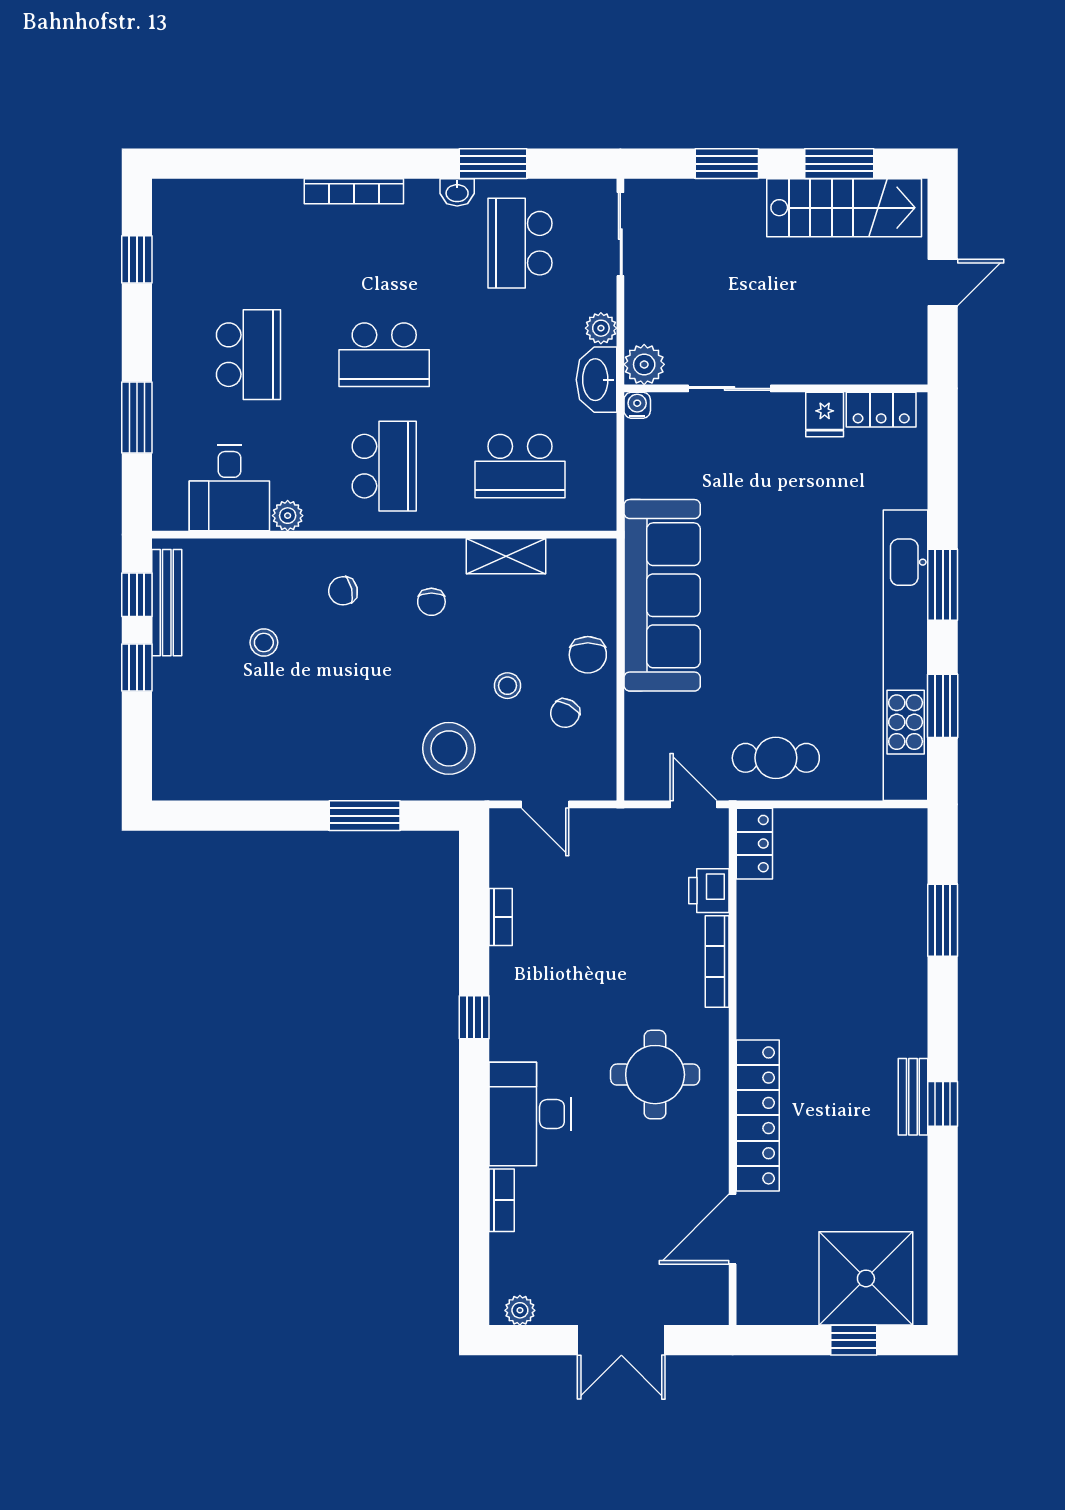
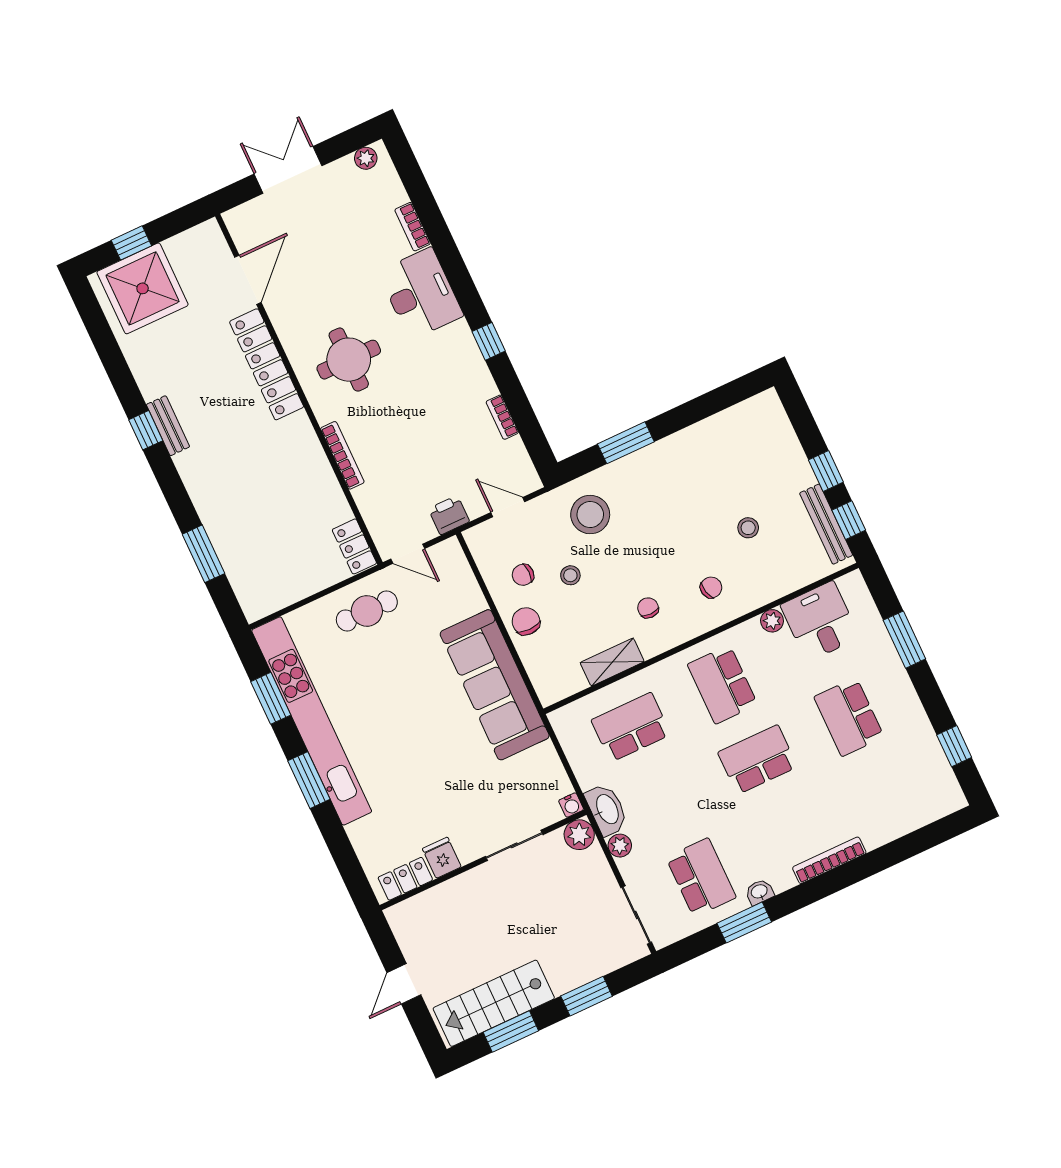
chair: (565, 713) -> (523, 575), turned -119
printer: (709, 891) -> (449, 515), moved, turned -90

